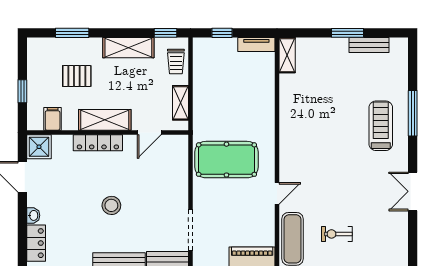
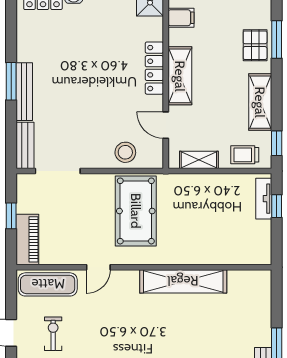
tv unit: (256, 44) -> (264, 199), moved
shelving: (287, 55) -> (183, 281), moved, width x2.20, depth x1.33
pallet: (77, 76) -> (255, 45), moved
door: (277, 193) -> (98, 267), hinge flipped
stool: (111, 205) -> (125, 152), moved

